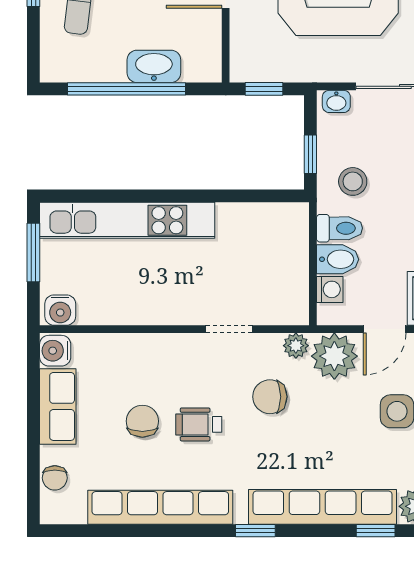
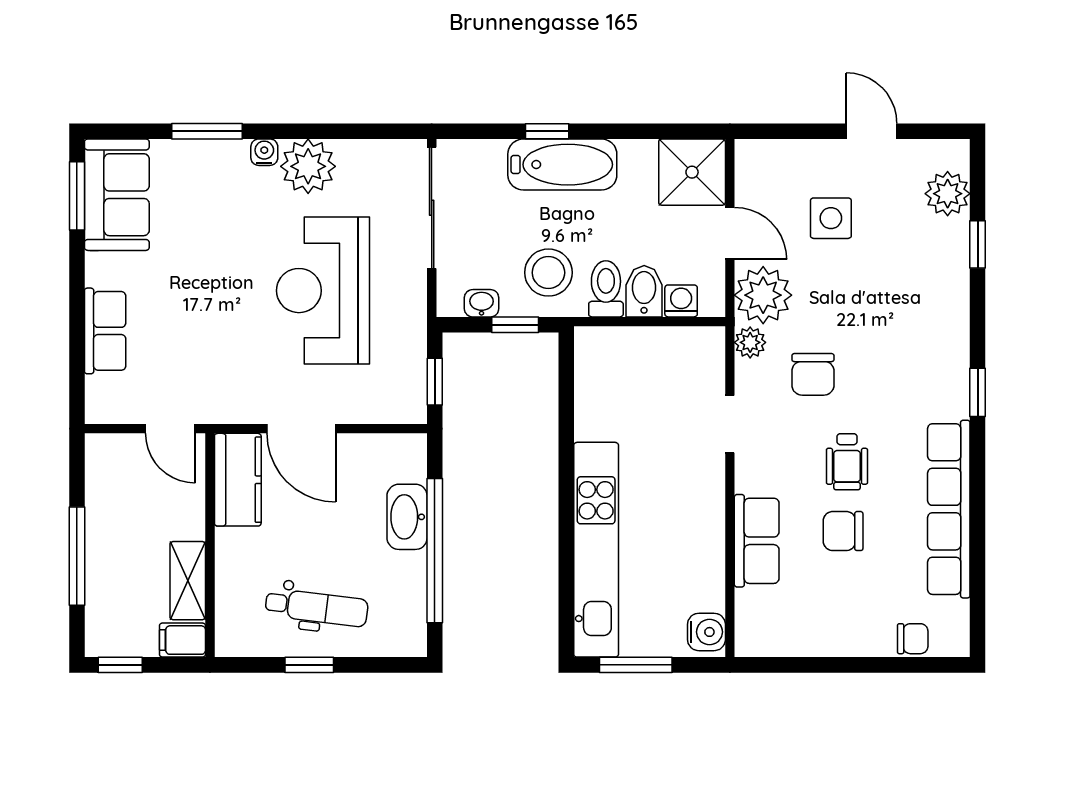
washbasin: (336, 101) -> (482, 303), moved, turned -90
stool: (353, 181) -> (548, 273), width x1.38, depth x1.38
water cooler: (55, 351) -> (756, 638), removed
row of seats: (58, 406) -> (757, 541), moved, turned 90
row of seats: (323, 507) -> (948, 310), removed

